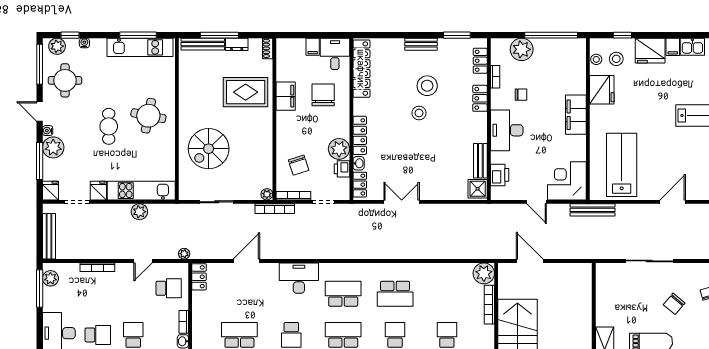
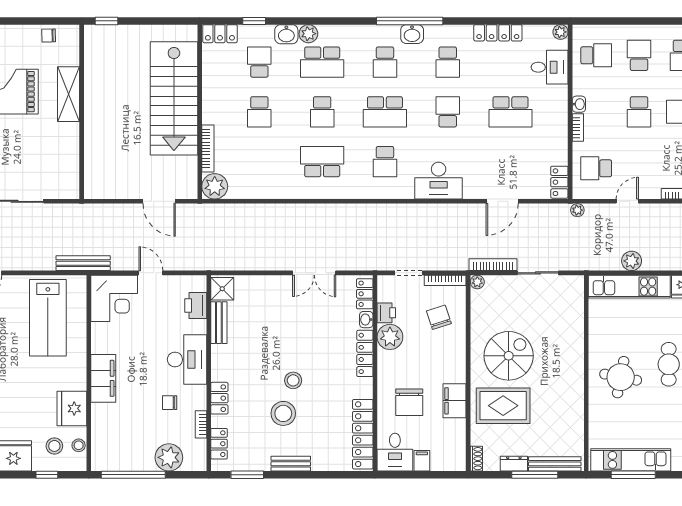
spiral stairs: (209, 149) -> (509, 356), moved
bookcase: (275, 209) -> (493, 265), moved
school desk: (343, 294) -> (385, 162), width x0.54

